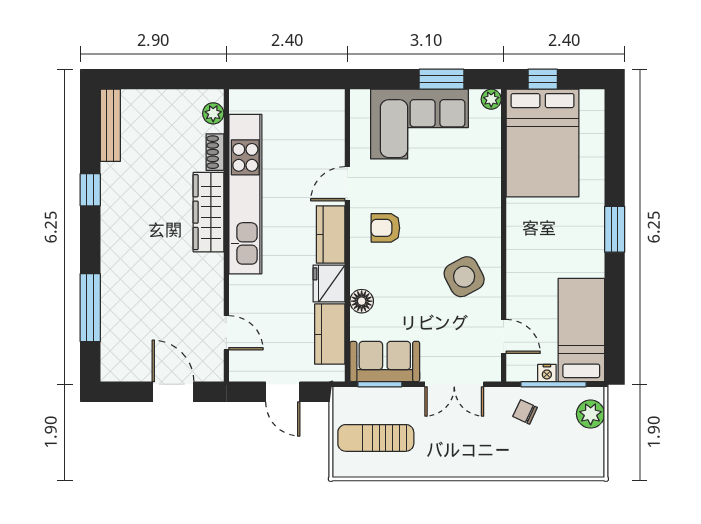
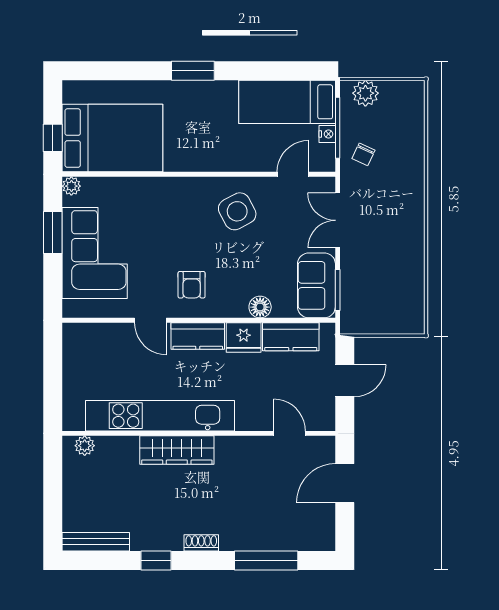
shoe rack: (215, 152) -> (201, 543), moved, turned 180
door: (226, 333) -> (290, 433), hinge flipped
double door: (454, 384) -> (338, 220), swing flipped
sun lounger: (376, 438) -> (388, 294), removed

